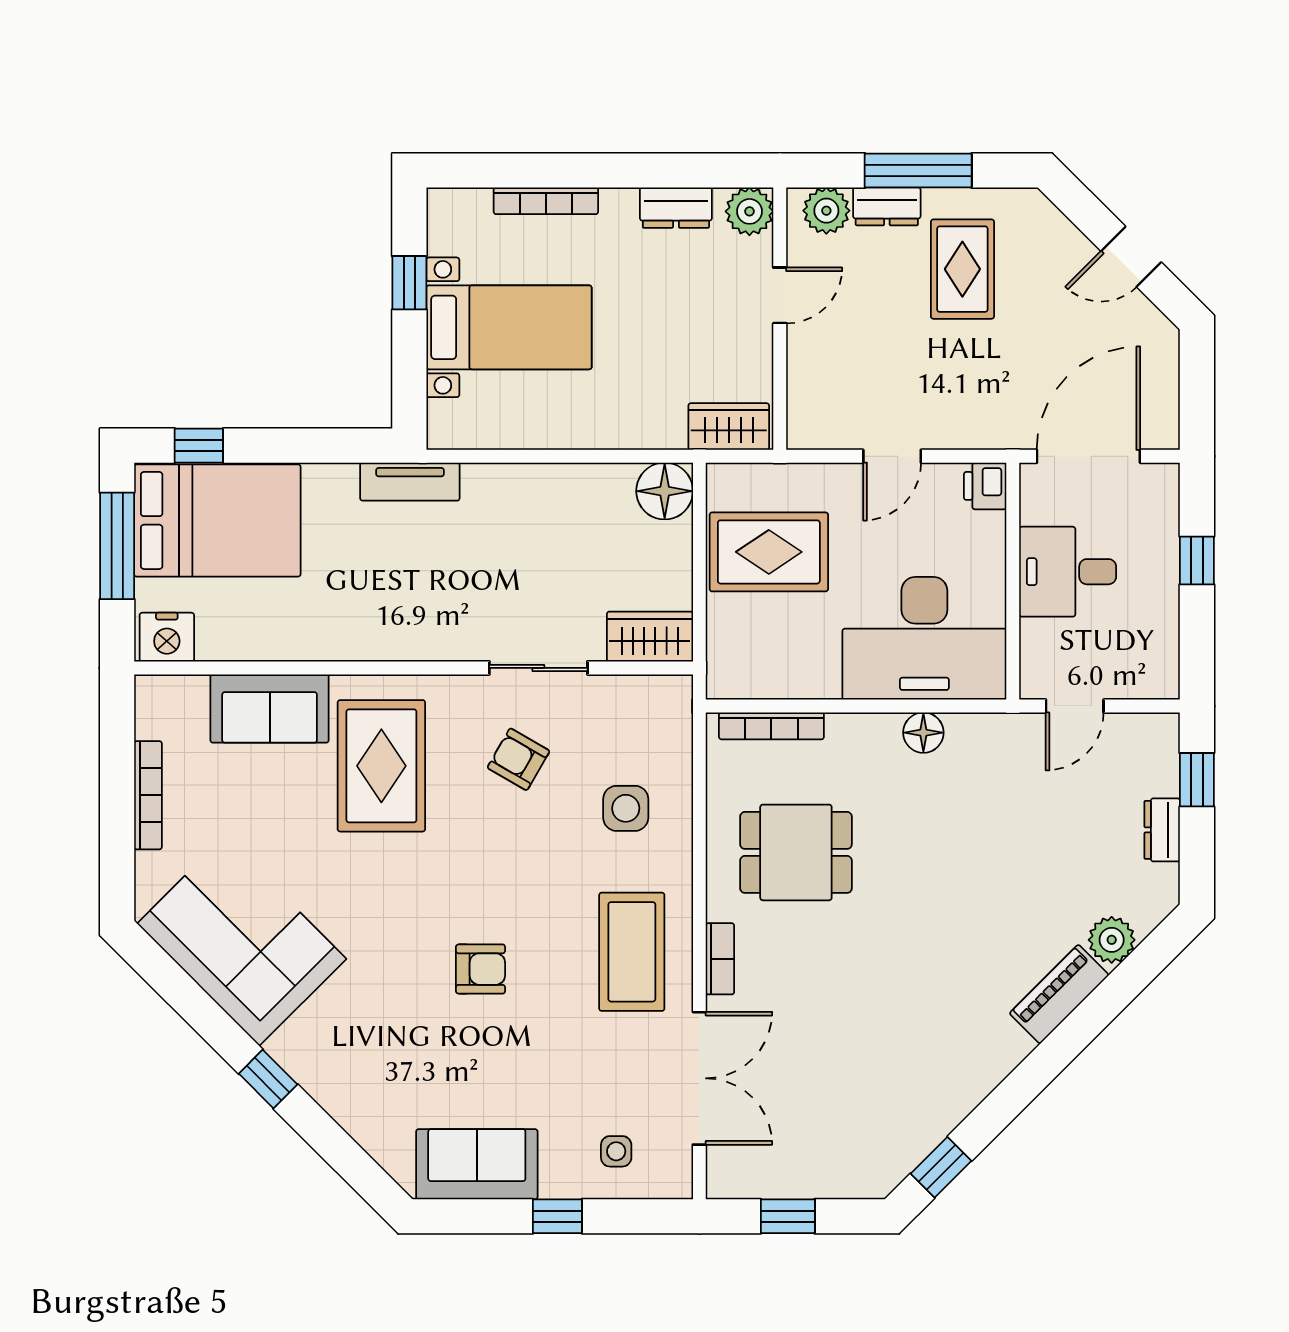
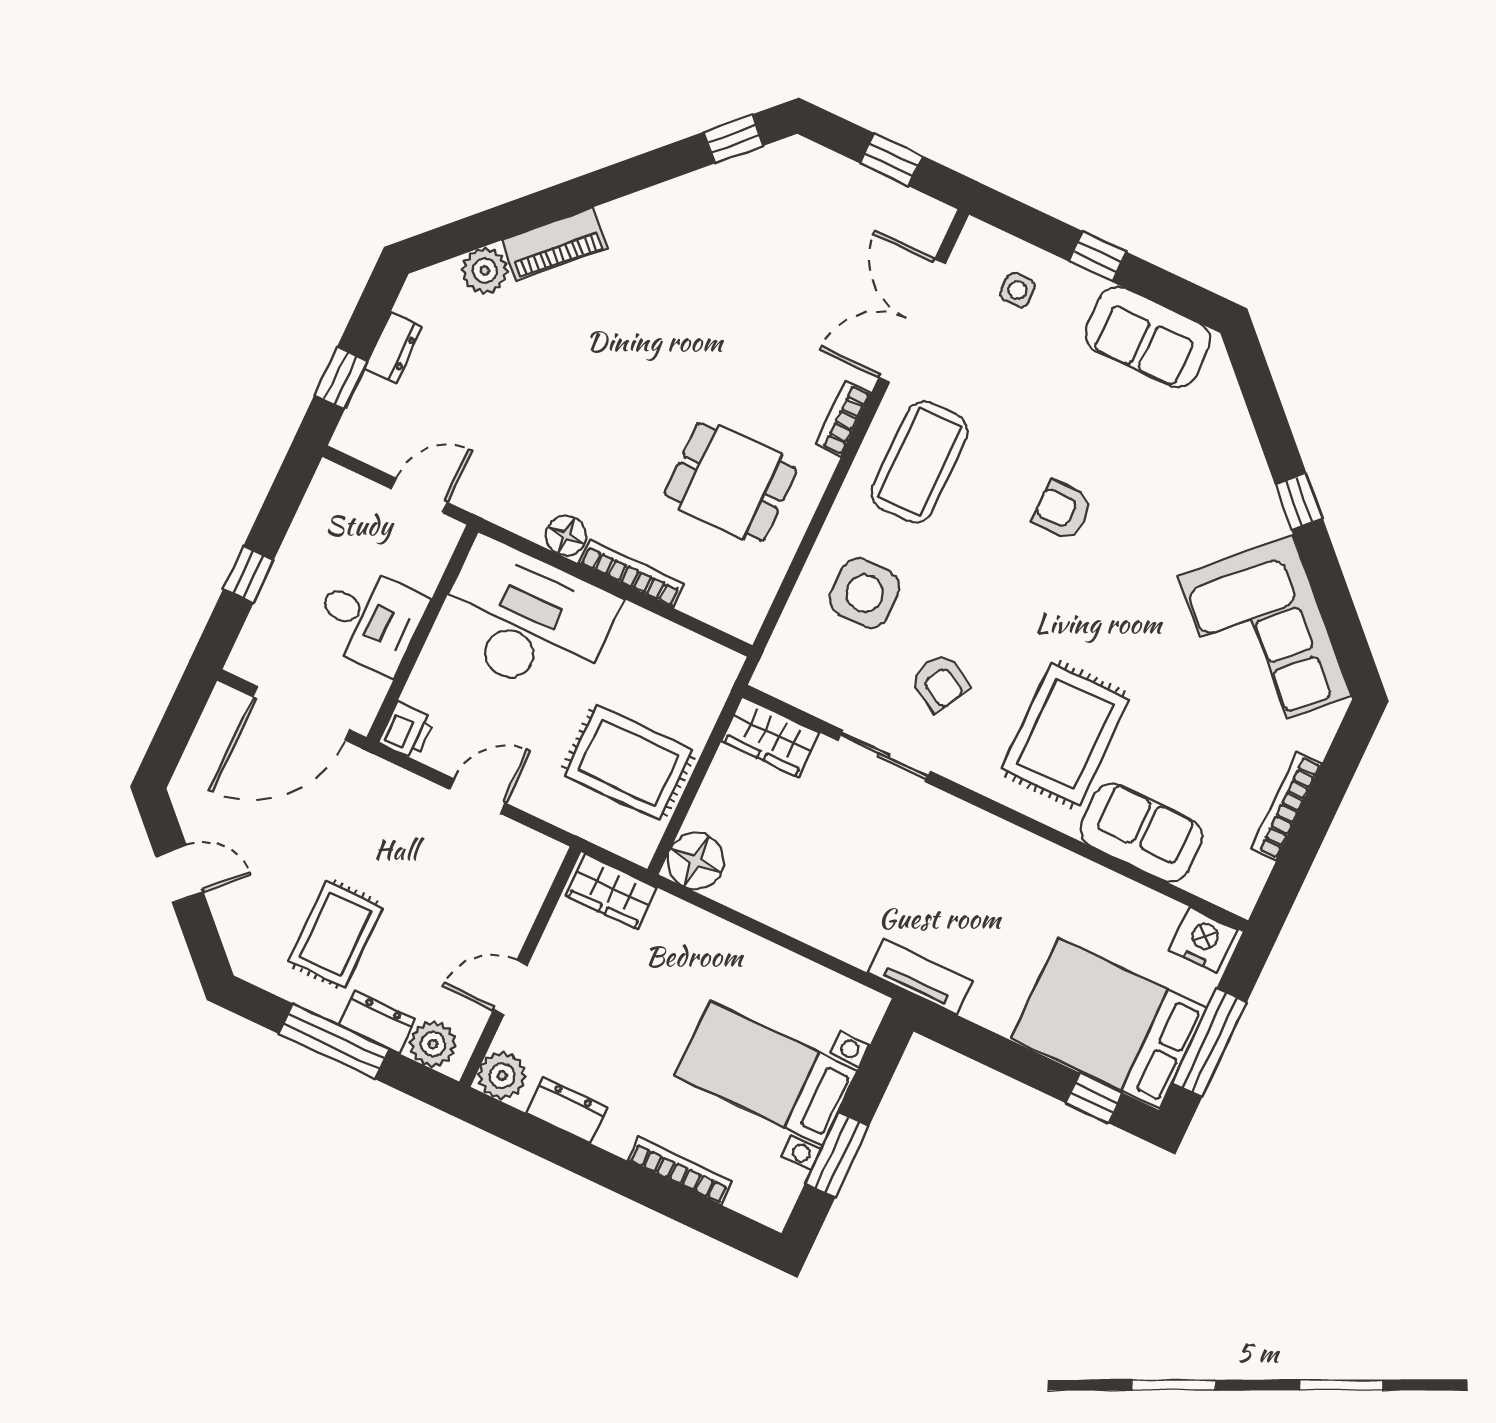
window: (409, 283) -> (837, 1155), width x1.50
bookcase: (771, 726) -> (631, 574), moved
side table: (626, 808) -> (864, 593), width x1.37, depth x1.37

